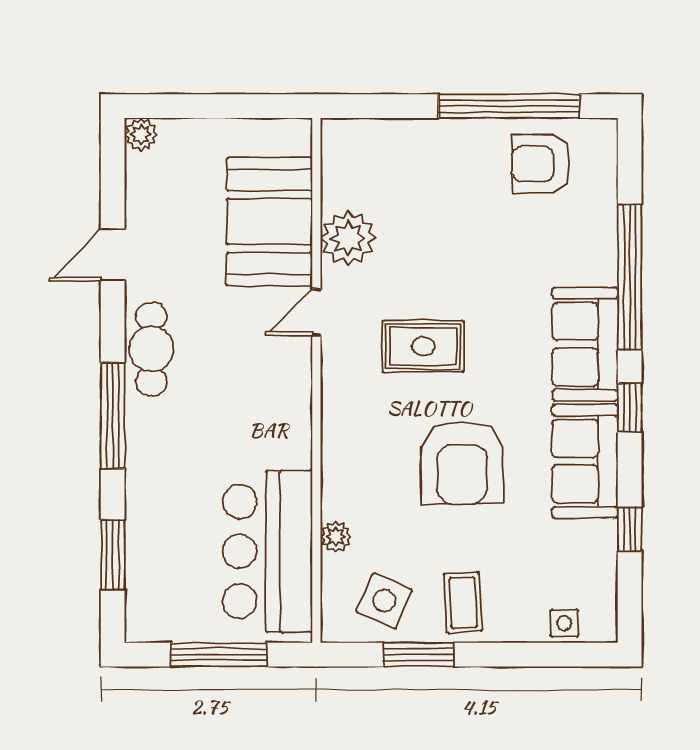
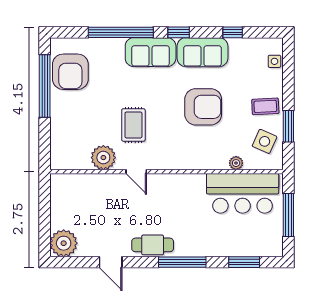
plant: (141, 134) -> (64, 243), width x1.87, depth x1.87
armchair: (541, 164) -> (70, 72), width x1.36, depth x1.36
booth: (269, 222) -> (96, 192), removed
rug: (423, 346) -> (133, 125), moved

